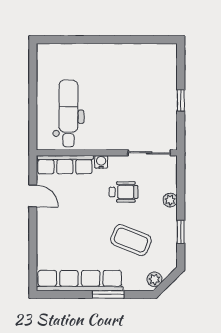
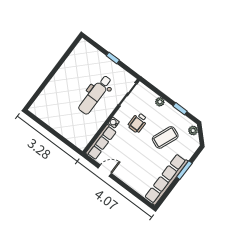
dental chair: (68, 113) -> (95, 95), moved, turned -90
wheelchair: (124, 192) -> (138, 123), turned 180
plant: (155, 279) -> (193, 131), moved

